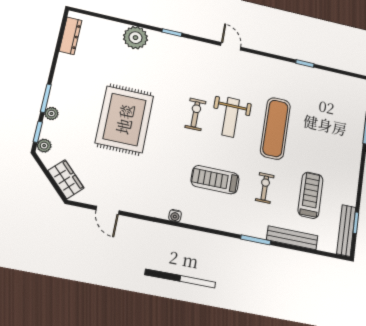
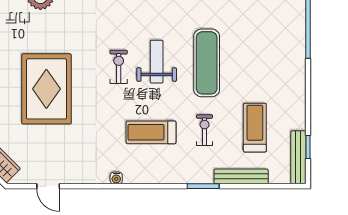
weight bench: (231, 117) -> (157, 62), turned 180

